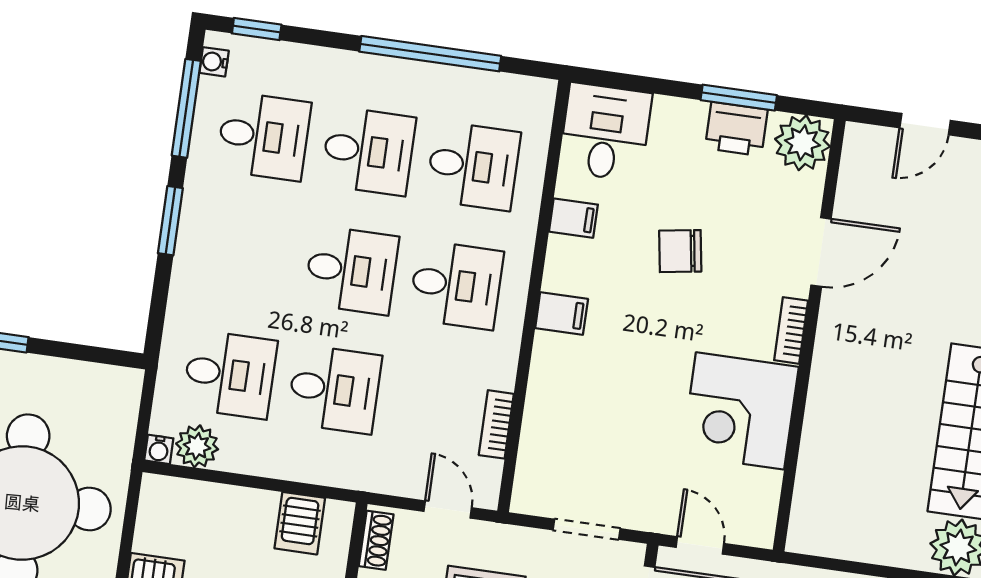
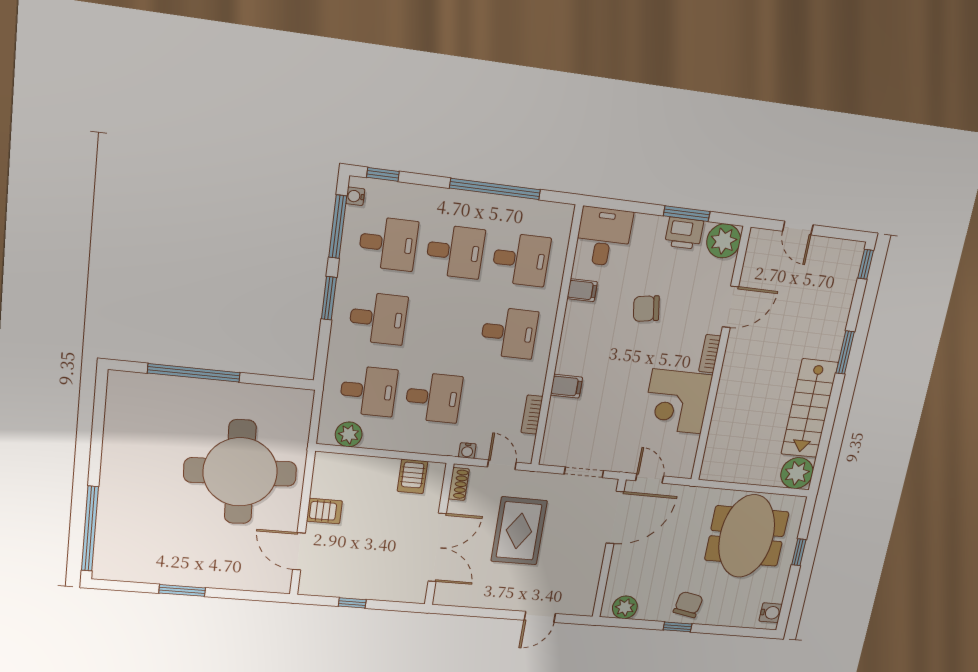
door: (925, 124) -> (798, 228), hinge flipped
desk: (351, 270) -> (378, 318), moved
filing cabinet: (562, 314) -> (566, 386), moved
water cooler: (159, 449) -> (467, 451), moved

